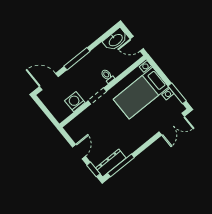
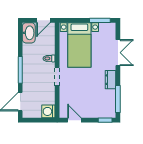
washing machine: (75, 102) -> (48, 111), moved
double door: (172, 124) -> (118, 53), moved
door: (79, 152) -> (74, 120), moved
dresser: (111, 163) -> (110, 80), moved, width x0.70

